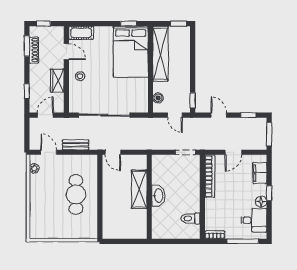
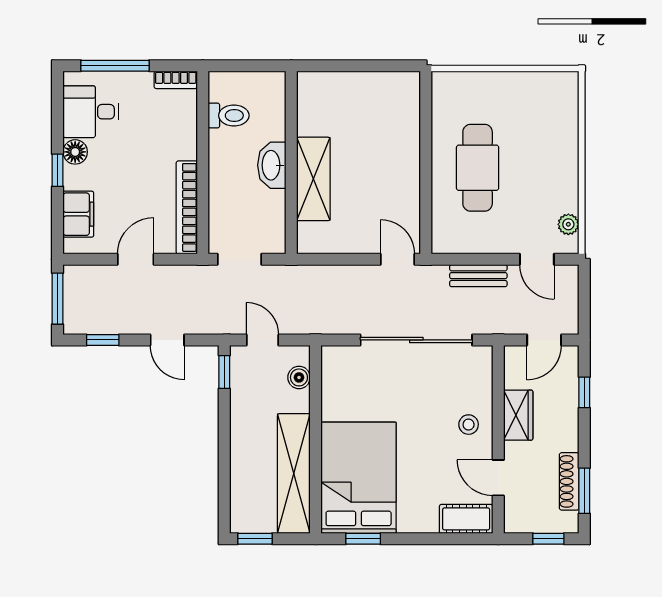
shelving: (139, 189) -> (313, 179), moved
washbasin: (158, 196) -> (272, 165), moved
wall: (149, 197) -> (291, 163), moved

